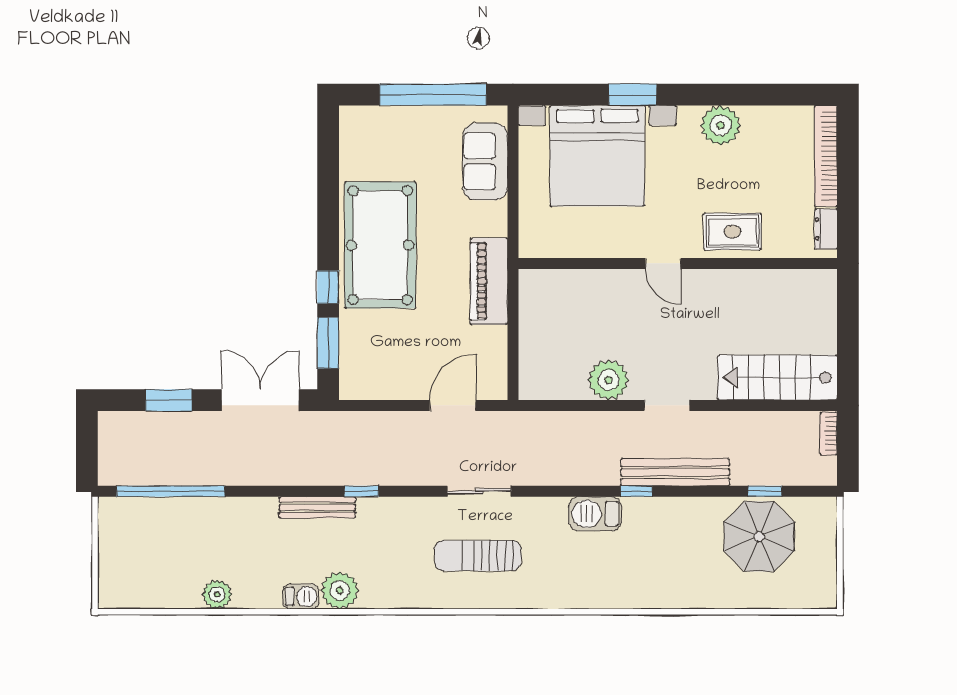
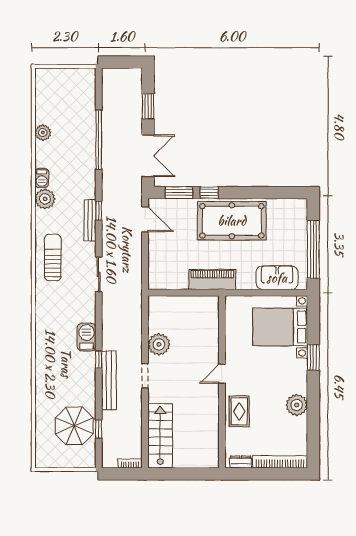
bed with nightstands: (597, 156) -> (280, 327), width x0.73
door: (453, 405) -> (145, 219), moved
window: (171, 491) -> (99, 140), moved
bench: (317, 507) -> (90, 220), moved
sun lounger: (478, 556) -> (53, 257), moved

